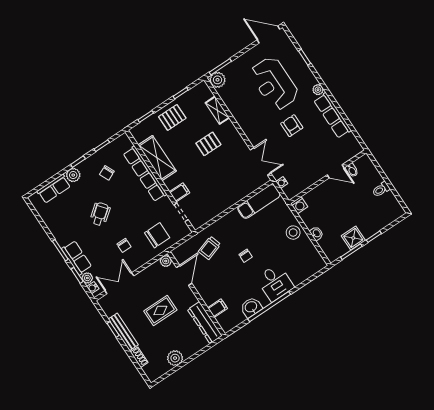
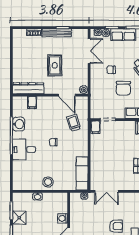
filing cabinet: (180, 192) -> (95, 127), moved
washing machine: (299, 205) -> (63, 218), moved
chair: (157, 235) -> (123, 88), moved
plant: (175, 358) -> (18, 55), removed

